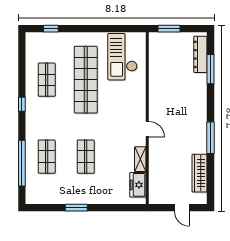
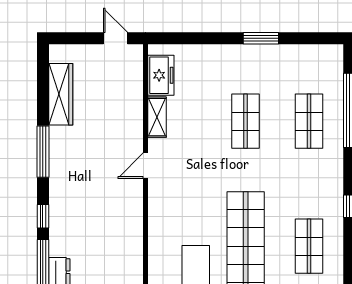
window: (210, 98) -> (43, 216), added
door: (147, 129) -> (146, 166), hinge flipped
door: (182, 208) -> (115, 38), moved

